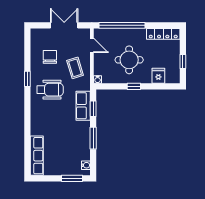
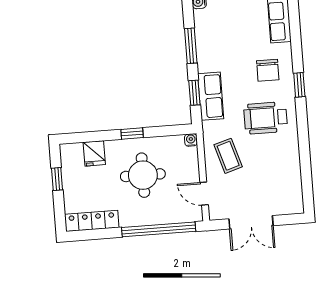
chair: (50, 57) -> (268, 70), moved
window: (27, 79) -> (299, 85), moved

